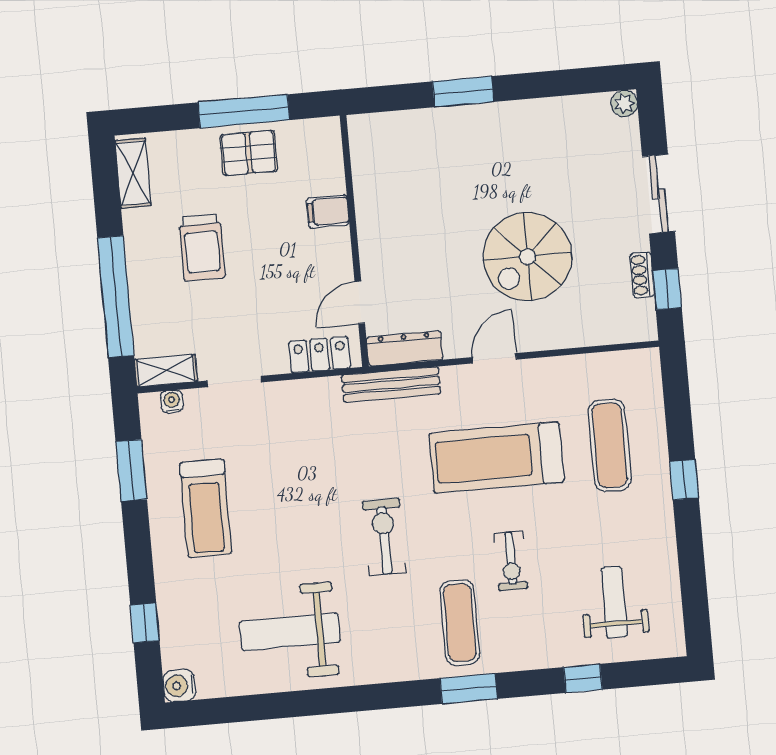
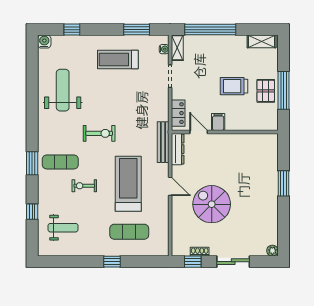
filing cabinet: (328, 211) -> (218, 122), moved
trolley: (202, 247) -> (234, 86), moved

